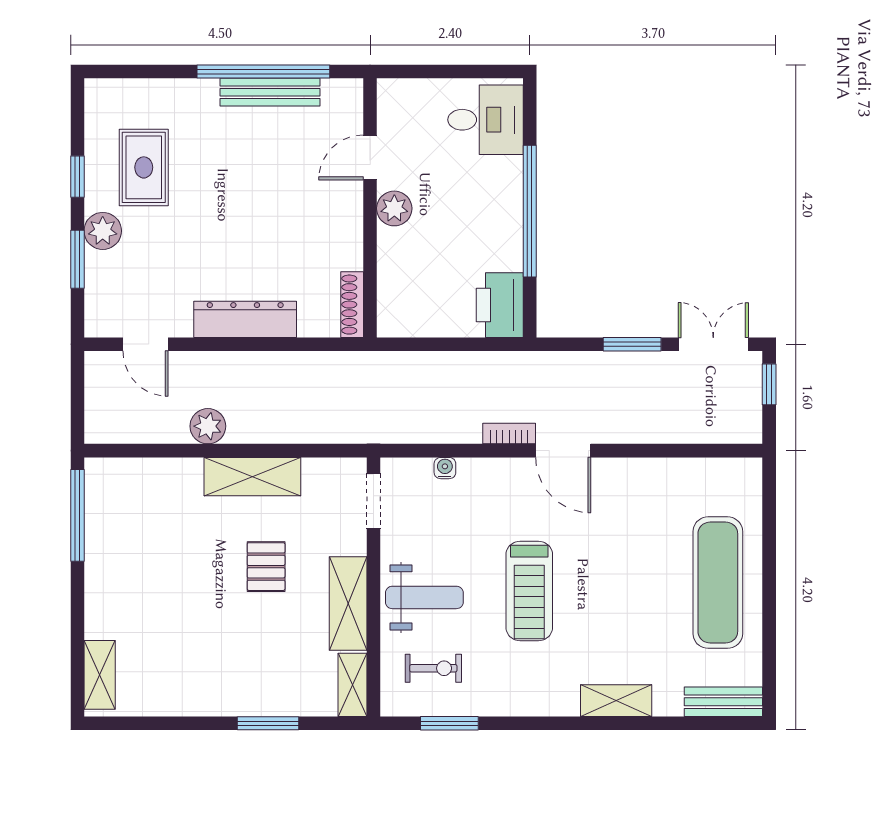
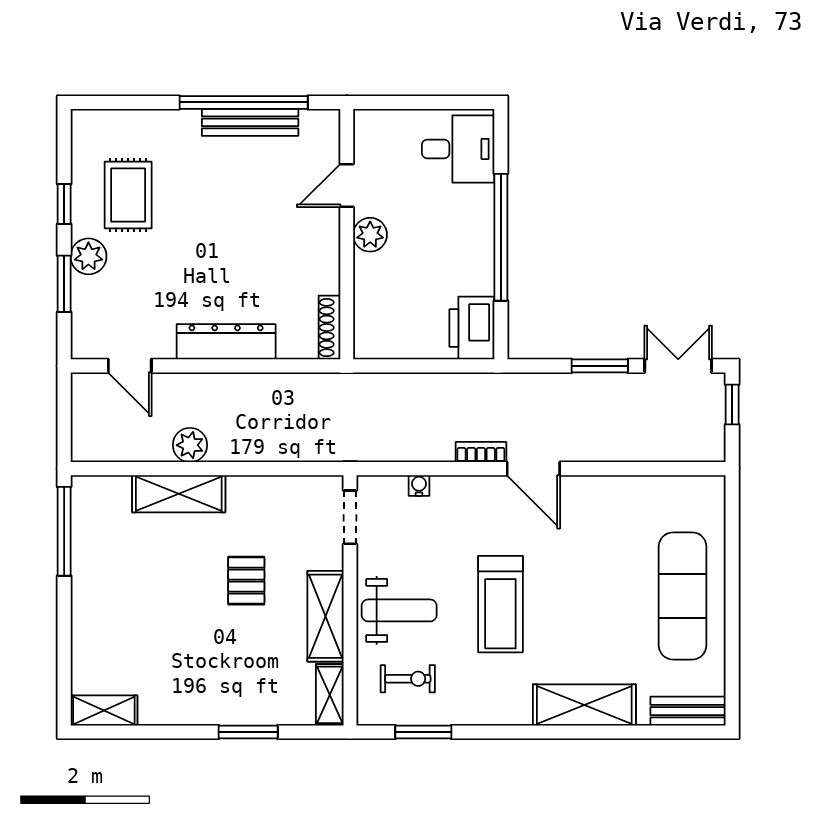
shelving: (252, 477) -> (179, 494), moved
shelving: (100, 675) -> (104, 711), moved, turned 90
shelving: (616, 701) -> (584, 705), width x1.50, depth x1.33

